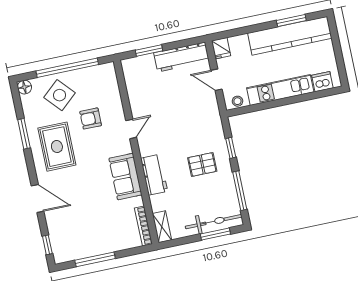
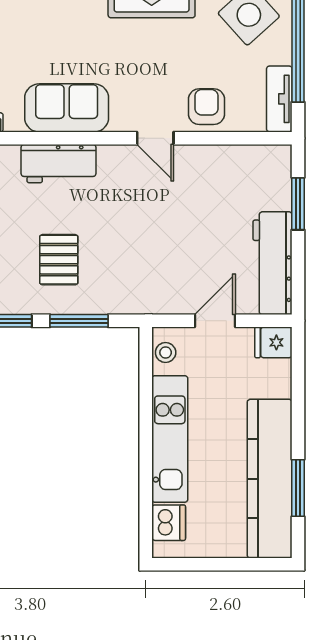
tv unit: (98, 71) -> (279, 99), added
armchair: (91, 119) -> (206, 107), moved
window: (231, 148) -> (79, 321), width x1.50

